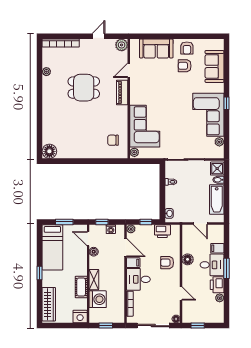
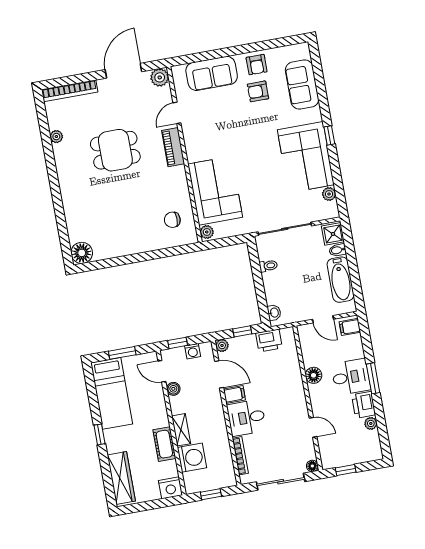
door: (98, 36) -> (123, 71), width x1.87
filing cabinet: (217, 248) -> (350, 327), moved
armchair: (167, 263) -> (284, 385), removed

